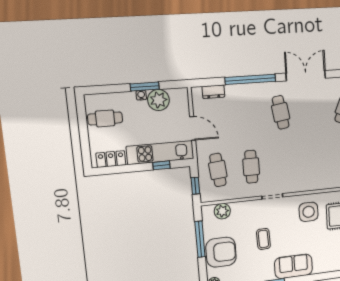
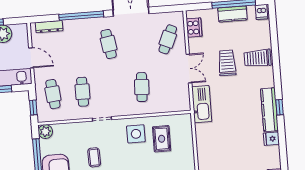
dresser: (213, 92) -> (49, 27), width x1.44
cafe table: (316, 160) -> (142, 87), added
plant: (222, 211) -> (45, 132), moved

